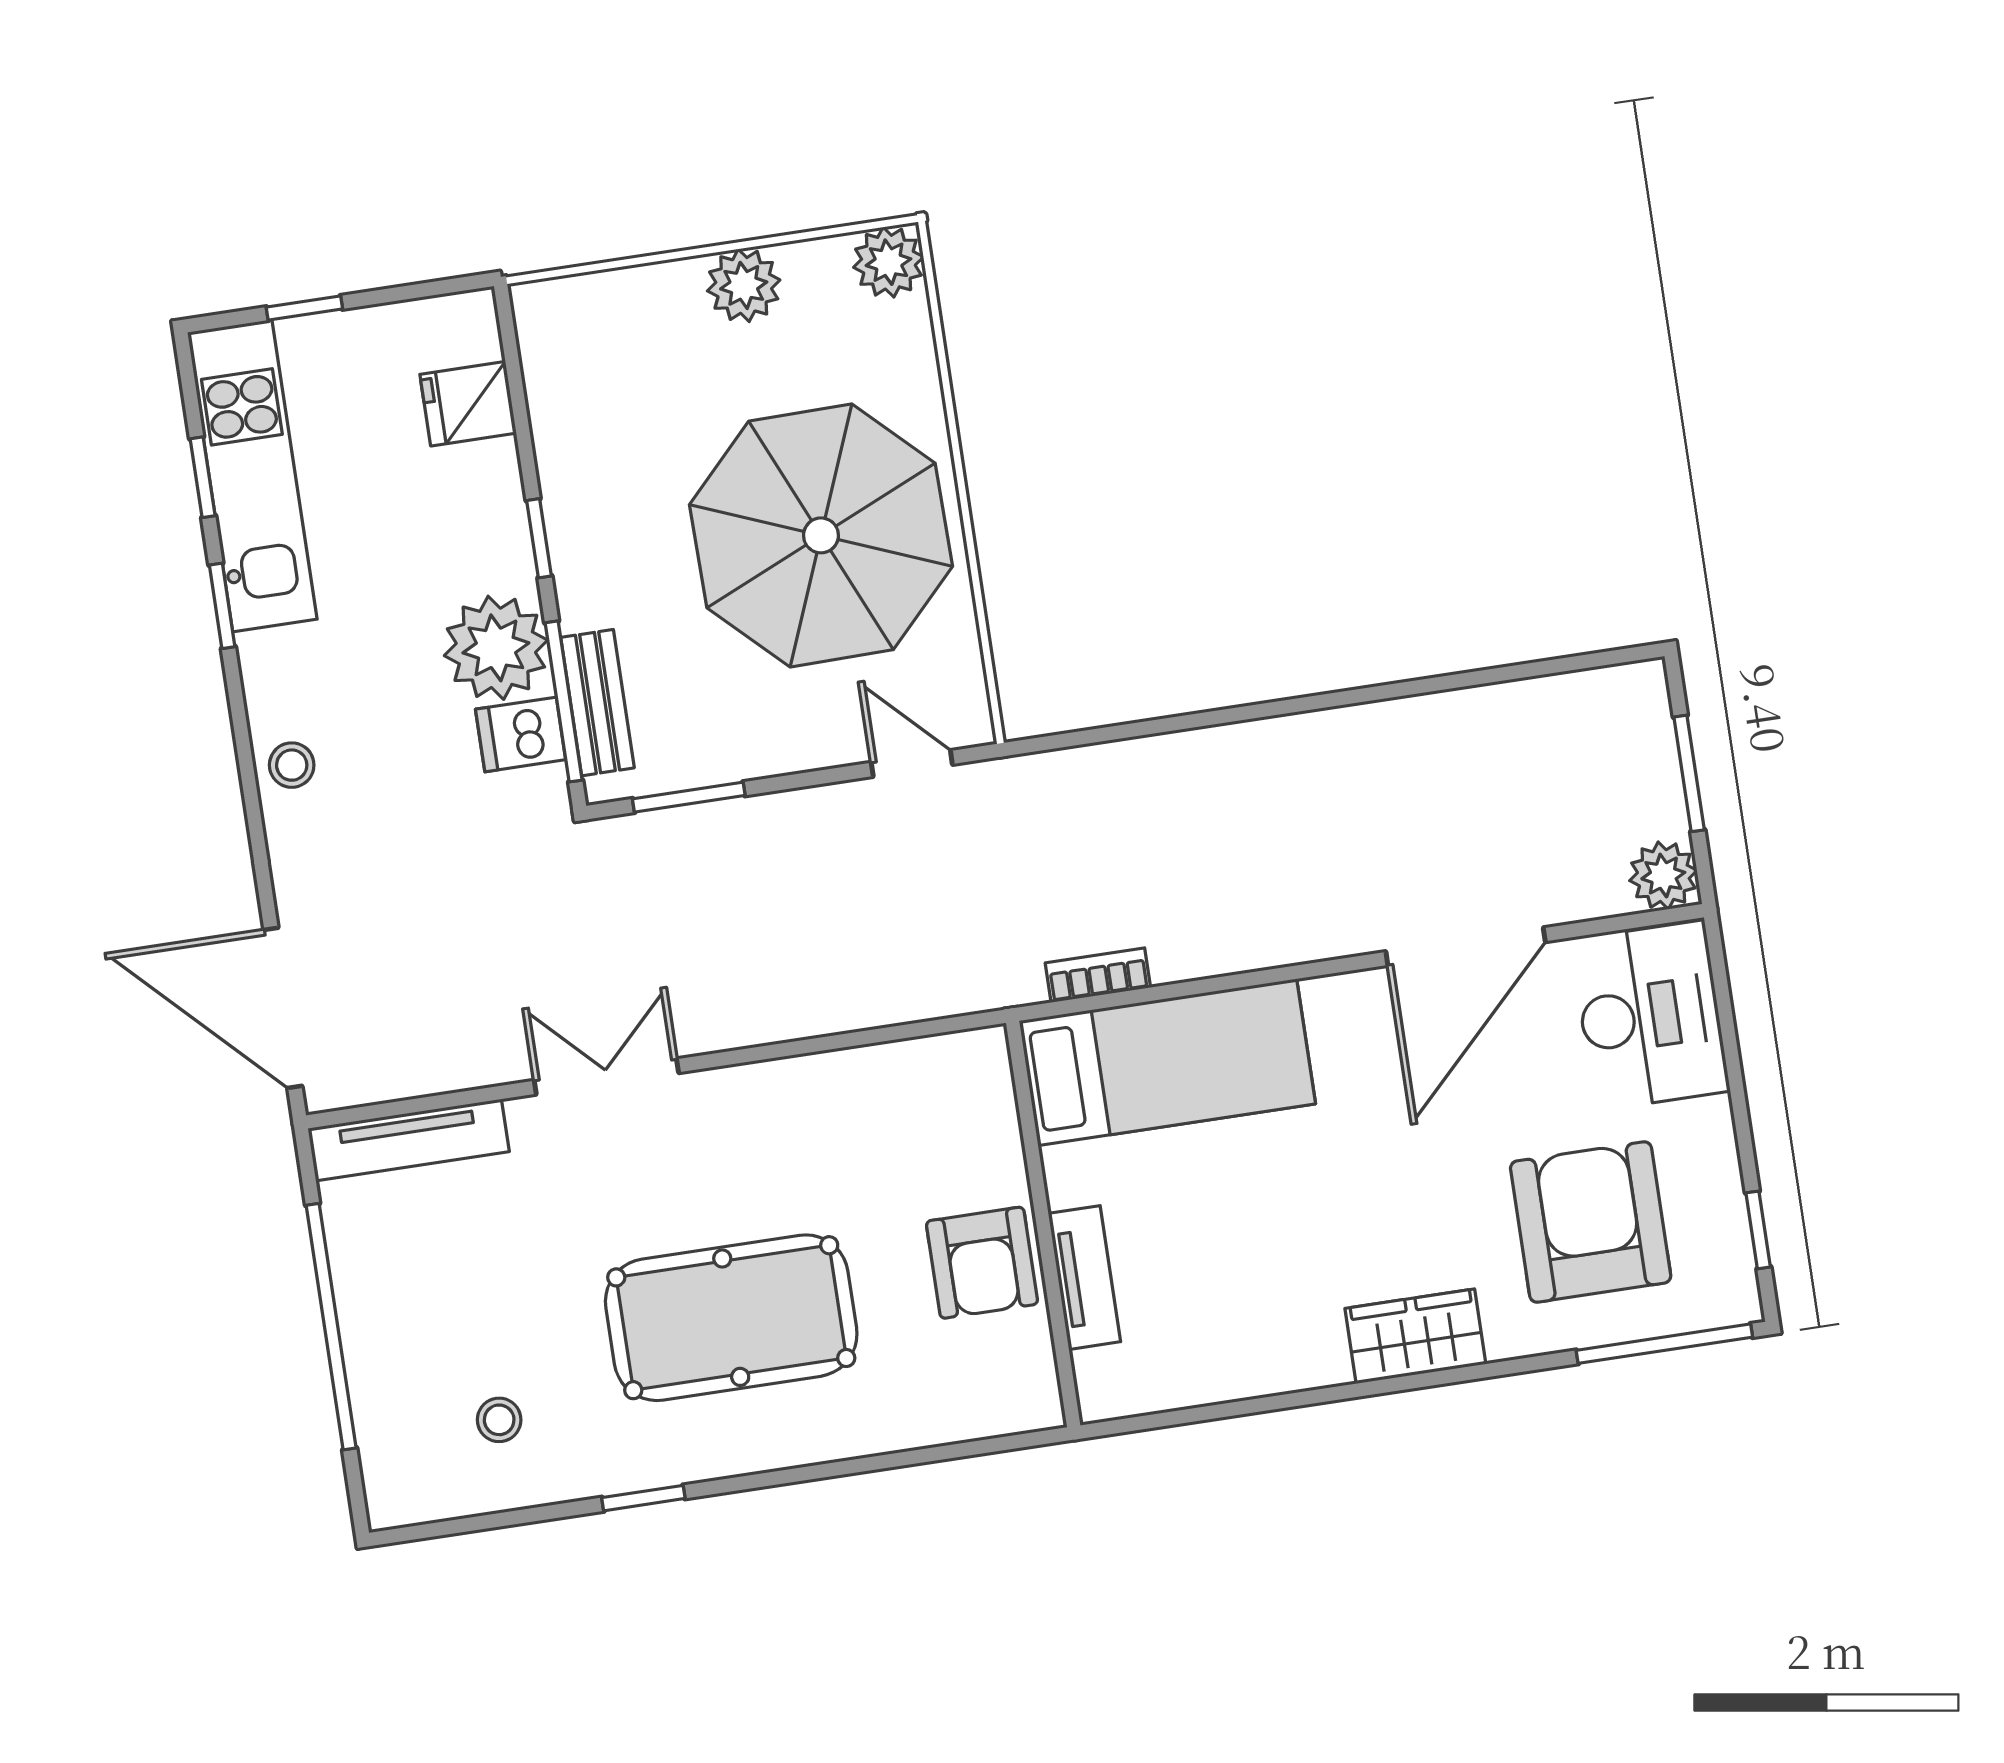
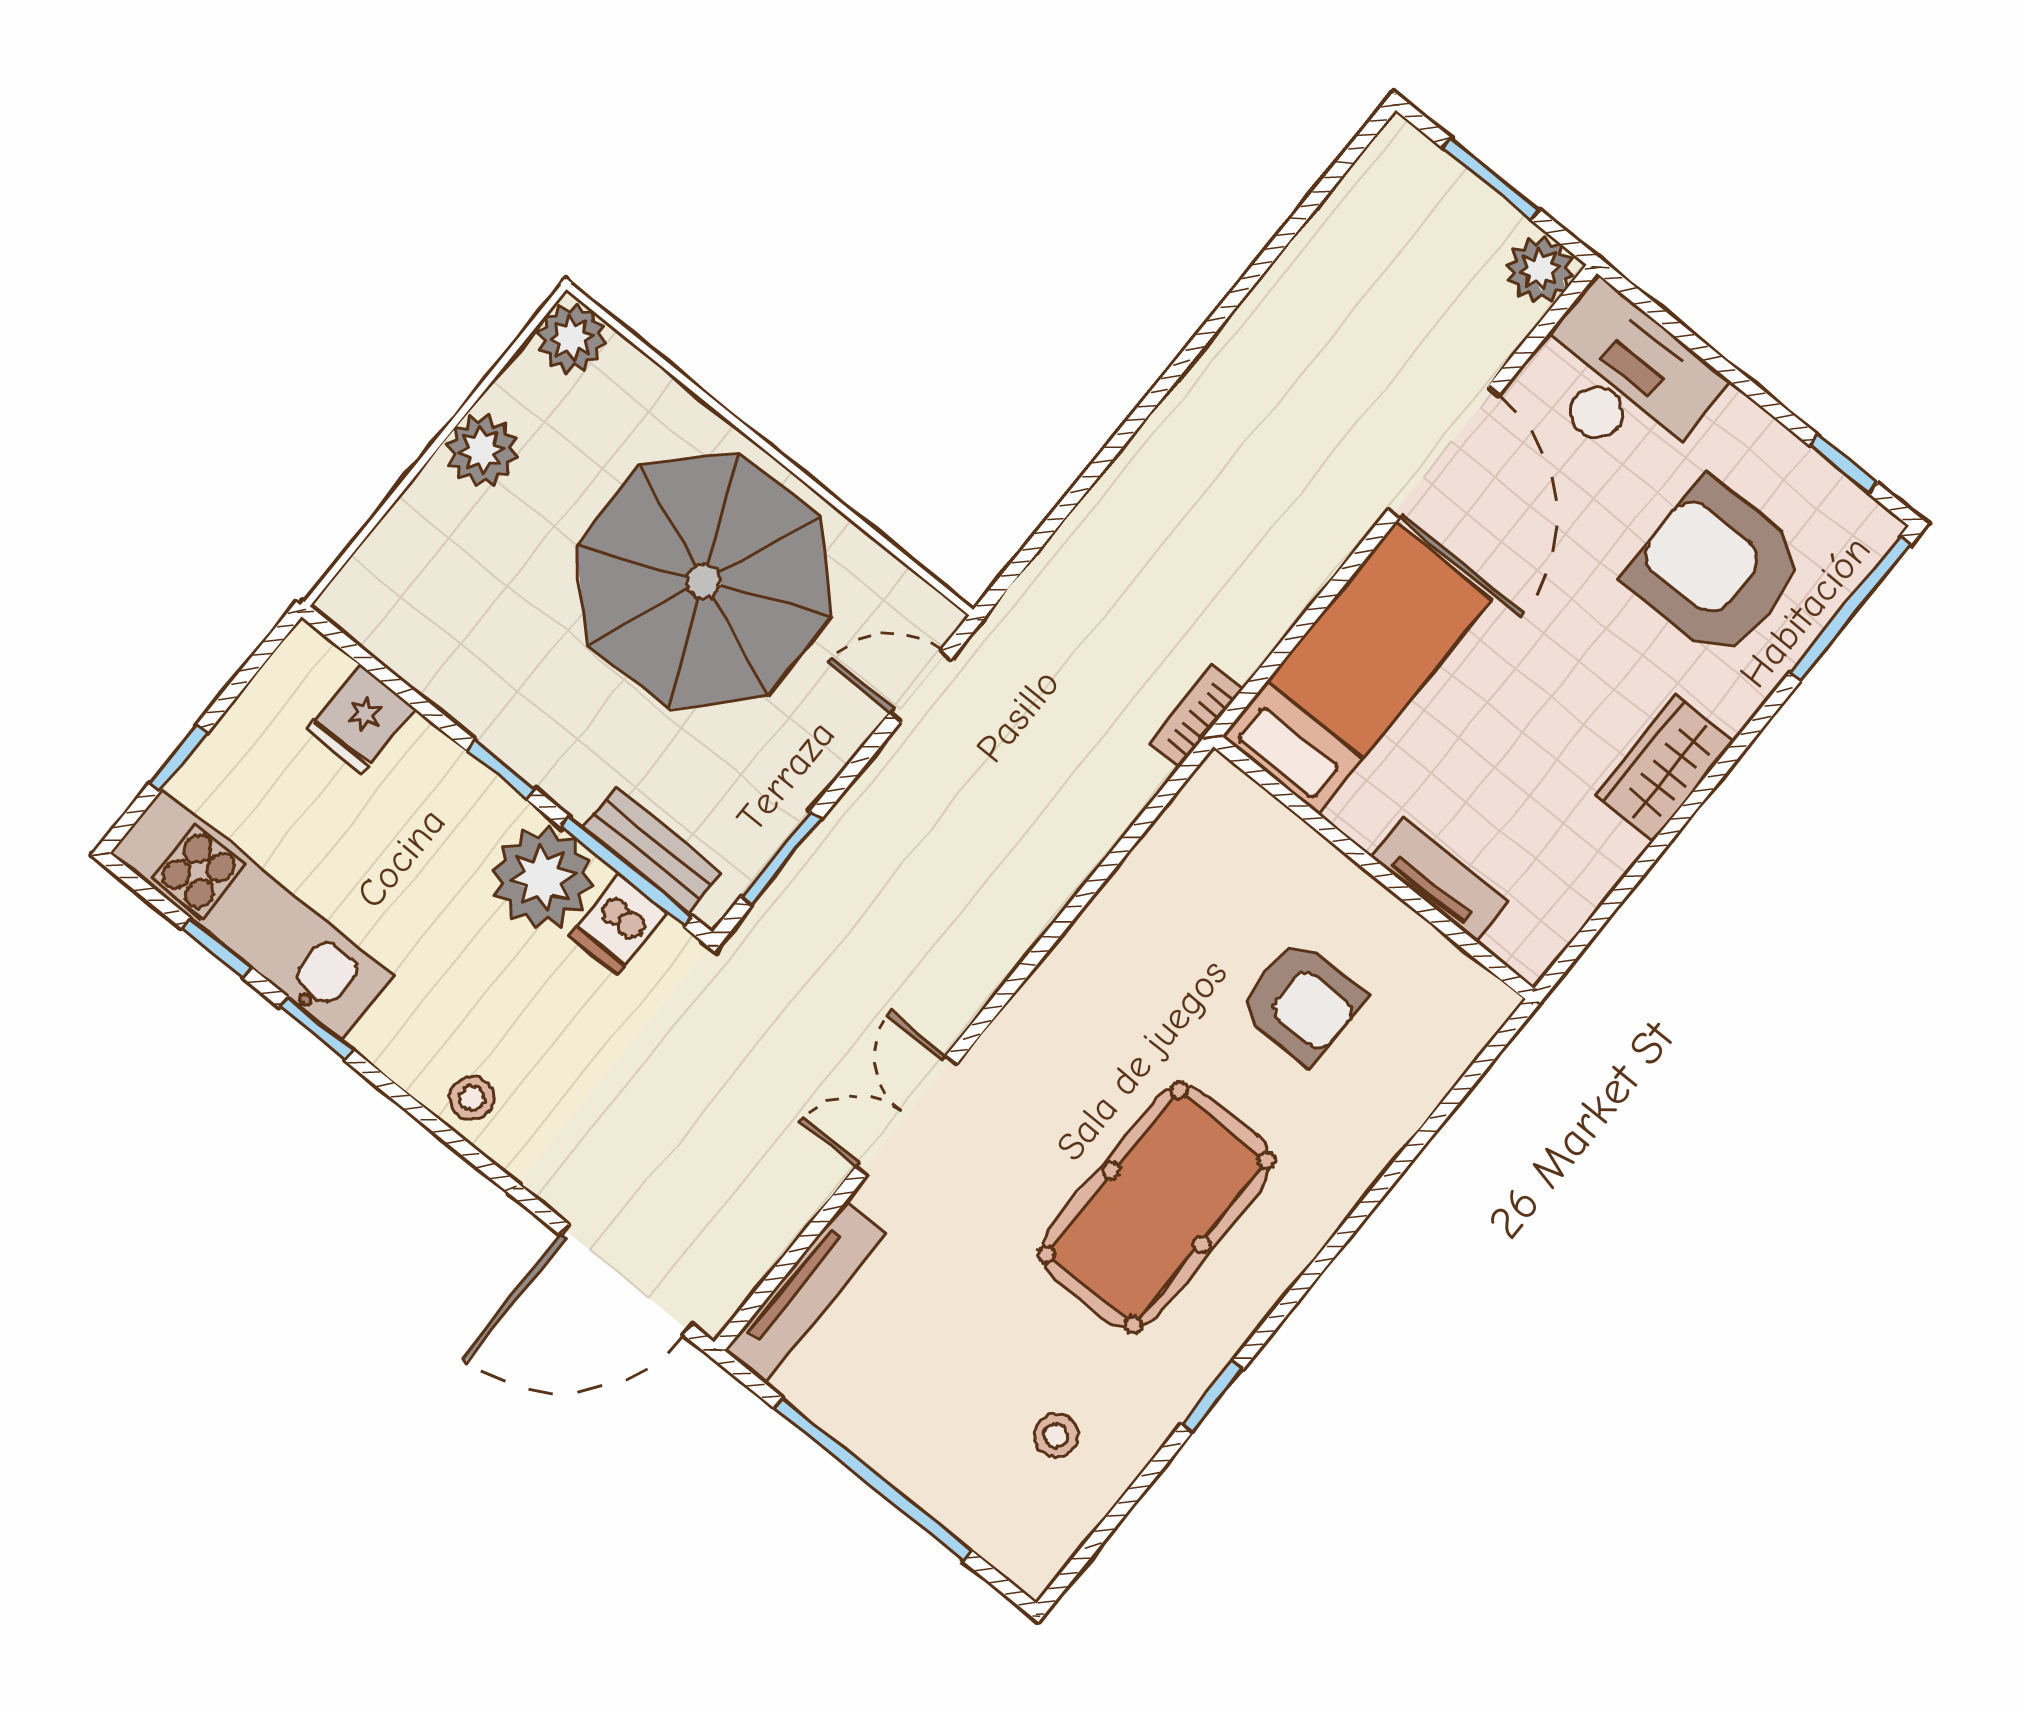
bed: (1167, 1062) -> (1357, 668), moved
wall: (1043, 1224) -> (1374, 868), moved
tv unit: (1084, 1278) -> (1439, 879), moved

